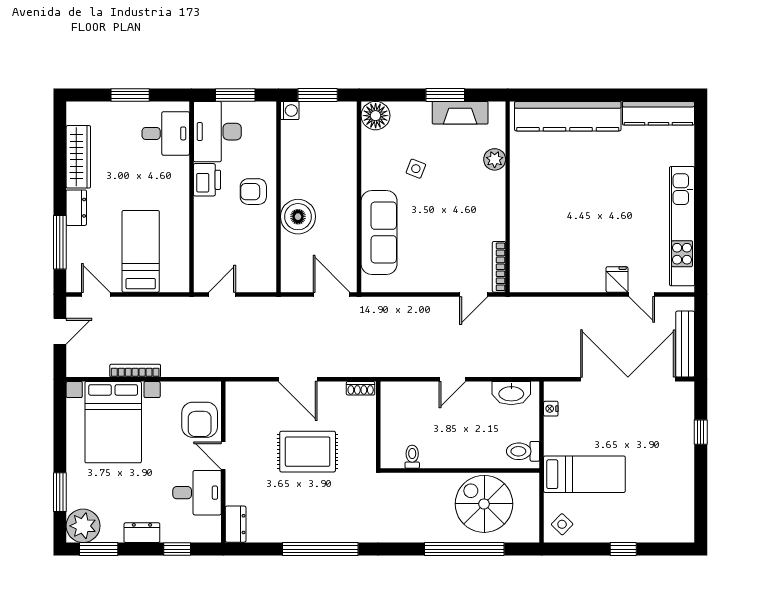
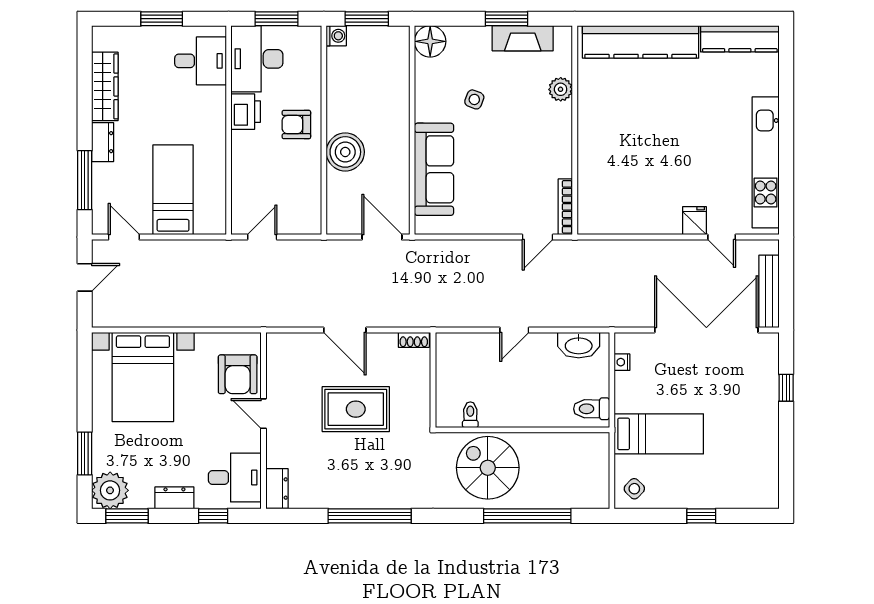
bookcase: (135, 371) -> (167, 321), removed
desk: (197, 493) -> (235, 477), moved
spiral stairs: (484, 504) -> (488, 468), moved

